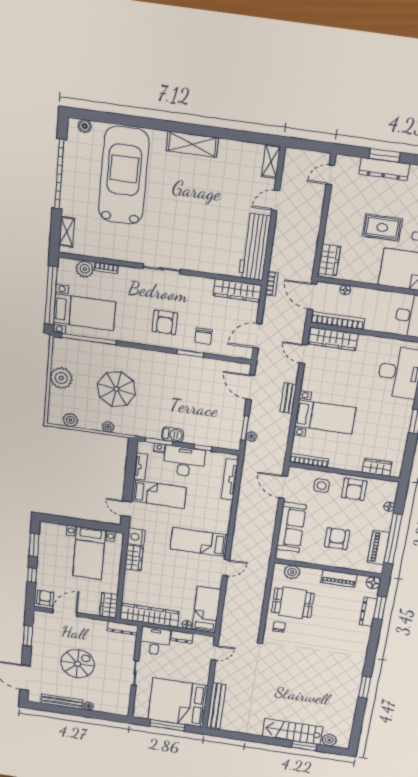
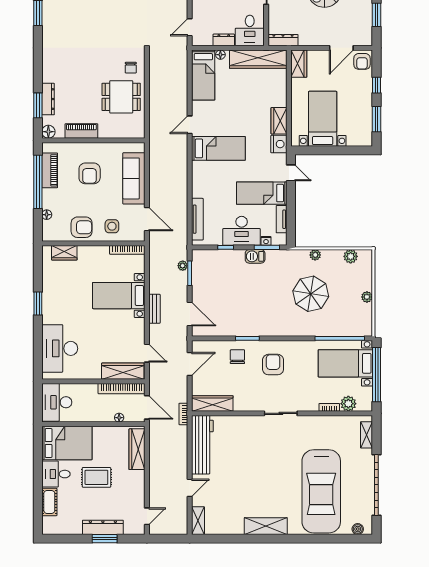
wardrobe: (329, 260) -> (137, 449), width x1.50
plant: (61, 378) -> (367, 297), width x0.53, depth x0.53
armchair: (354, 489) -> (82, 227), turned 90
plant: (292, 572) -> (126, 131), removed

